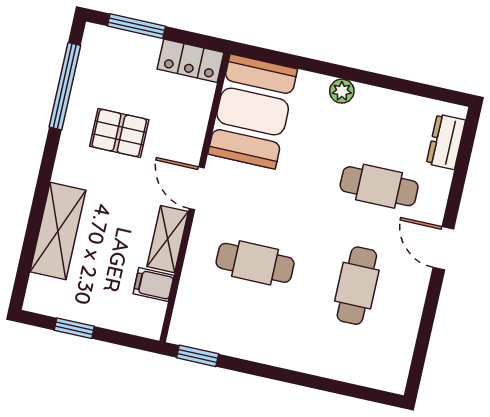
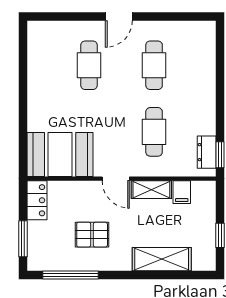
plant: (342, 91) -> (35, 102), removed
pallet: (119, 133) -> (92, 235), turned 90
dresser: (446, 142) -> (207, 152), moved, turned 90
door: (197, 188) -> (116, 179), hinge flipped
cafe table: (357, 286) -> (154, 65), turned 90

